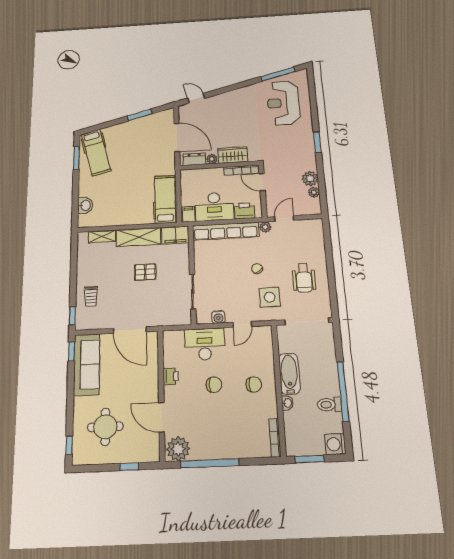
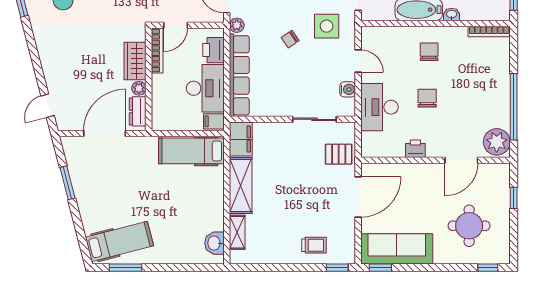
washbasin: (85, 205) -> (215, 243), moved, turned -90
pallet: (145, 272) -> (339, 154), moved, turned 90

